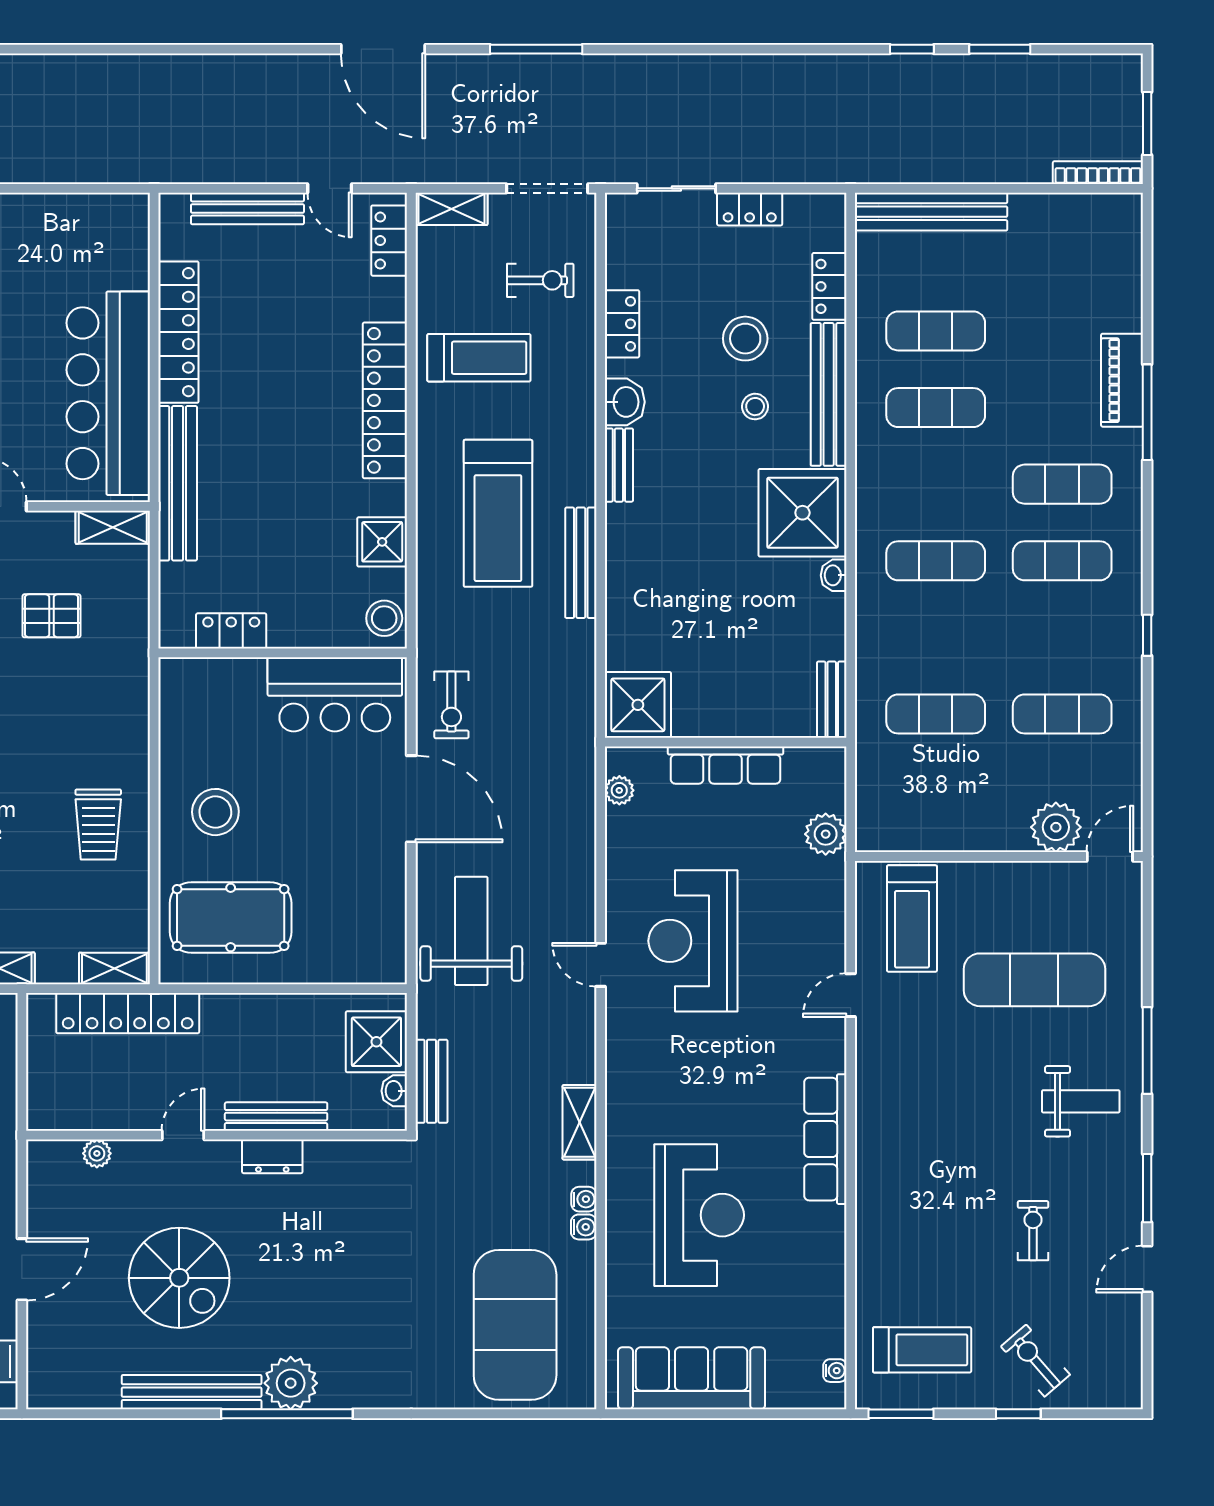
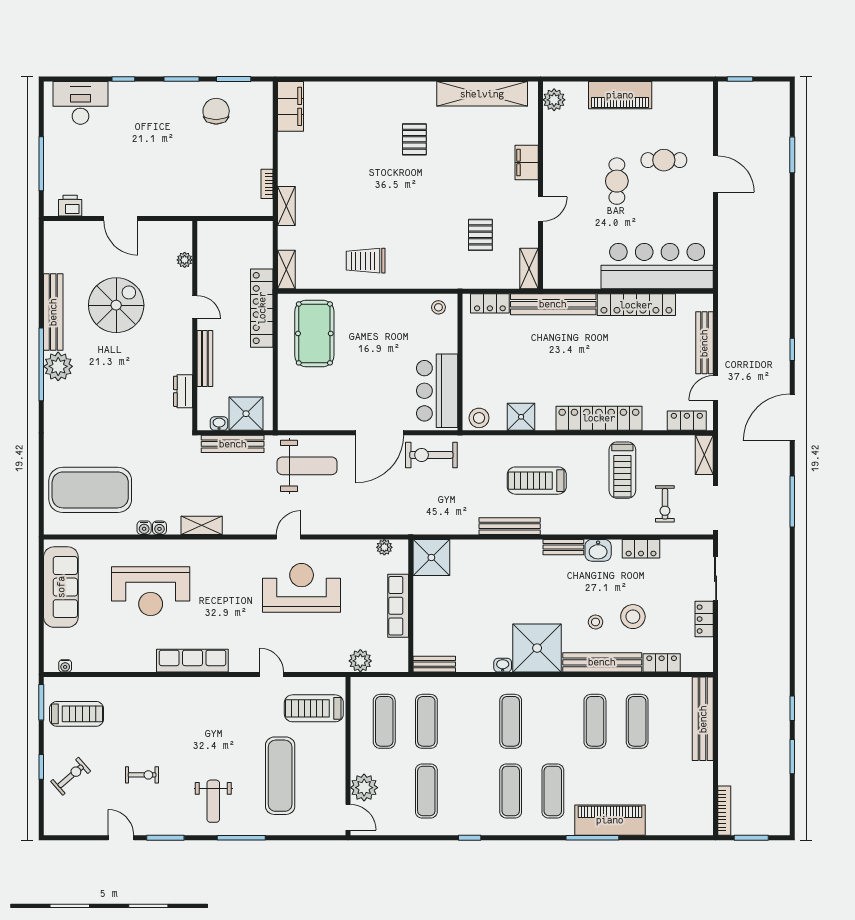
window: (260, 49) -> (792, 349), added
piano: (1122, 380) -> (610, 820), width x1.37, depth x1.33
bar counter: (108, 393) -> (657, 266), moved
treadmill: (498, 513) -> (537, 481), width x0.73, depth x0.73
locker: (231, 631) -> (490, 303), moved, turned 90
exercise bike: (451, 705) -> (431, 455), width x1.38, depth x1.39
exercise mat: (936, 791) -> (384, 721), added
stool: (215, 812) -> (438, 307), moved, width x0.53, depth x0.53
locker: (128, 1013) -> (262, 308), moved
bench: (431, 1081) -> (233, 444), width x1.36
dresser: (272, 1156) -> (183, 391), moved
spiral stairs: (179, 1278) -> (116, 305), turned 180
treadmill: (922, 1350) -> (77, 714), turned -90

